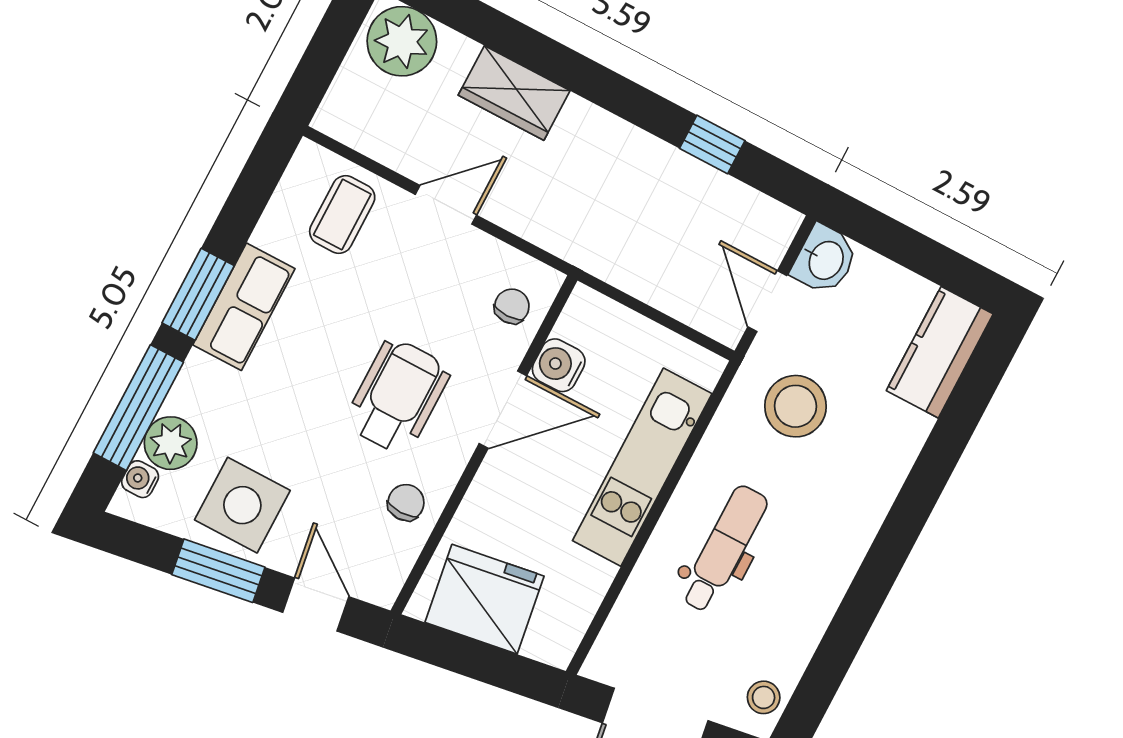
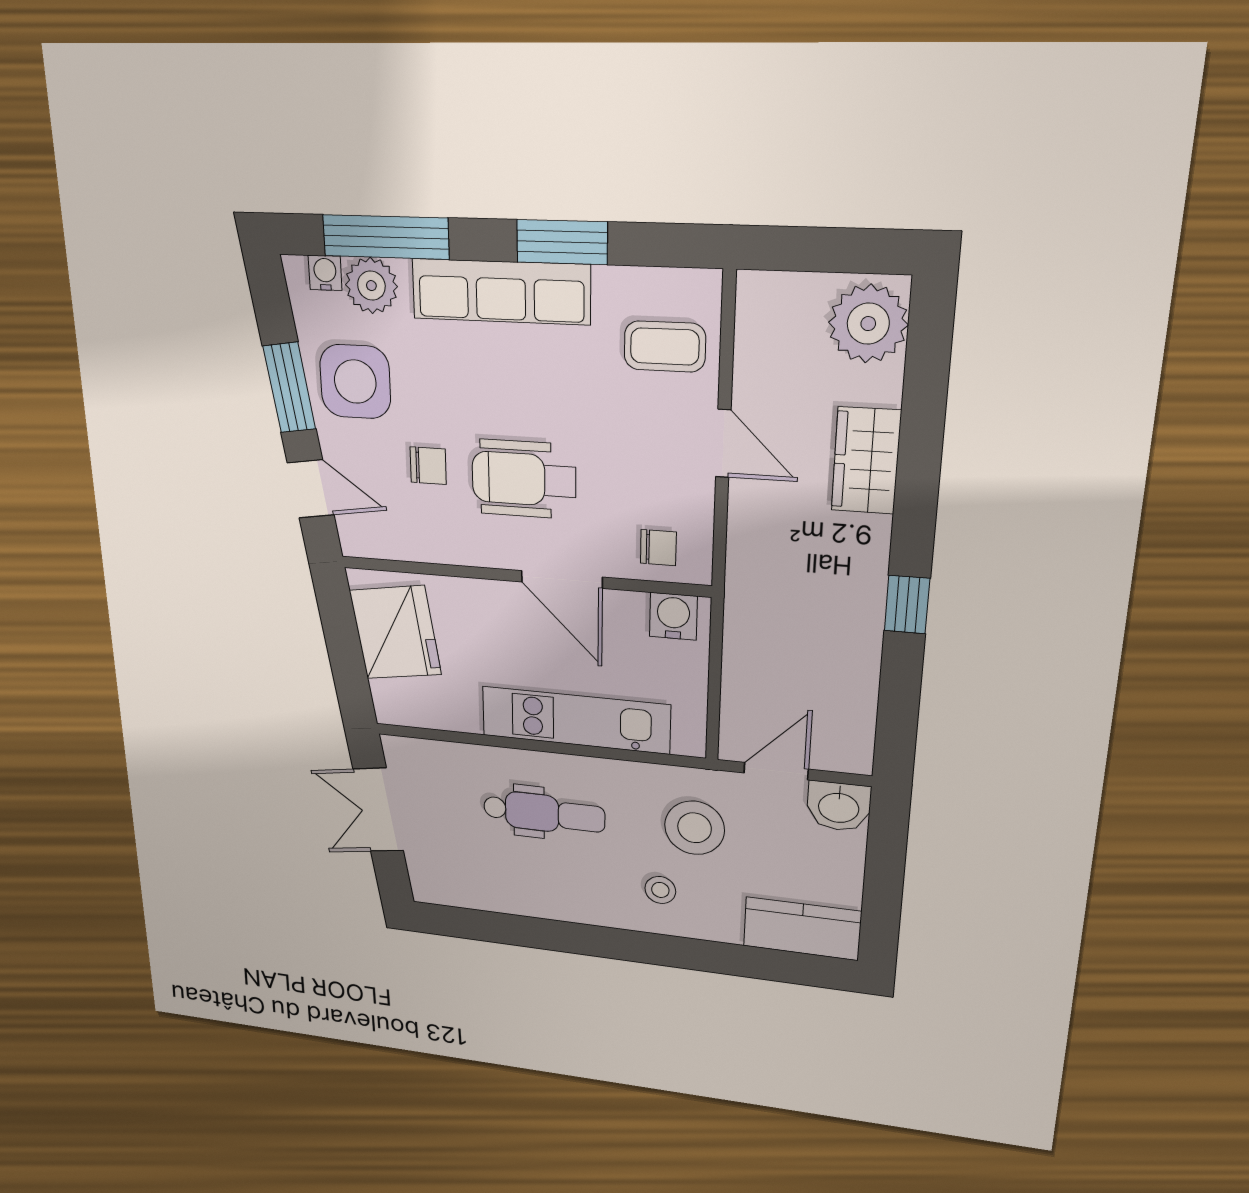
window: (712, 144) -> (907, 605), moved
window: (198, 294) -> (562, 242), moved
row of seats: (244, 307) -> (501, 292), width x1.48
water cooler: (559, 365) -> (673, 616), moved
wheelchair: (398, 396) -> (524, 479), turned 180
chair: (406, 503) -> (428, 466), moved
door: (316, 604) -> (311, 489), hinge flipped
stool: (764, 697) -> (660, 890), moved

